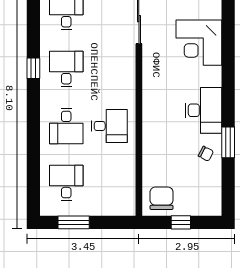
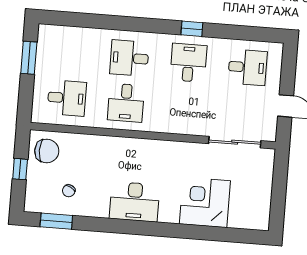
desk: (66, 69) -> (188, 63), turned -90
window: (228, 142) -> (56, 221), moved
chair: (206, 154) -> (69, 191), moved
desk: (66, 183) -> (67, 98), moved

